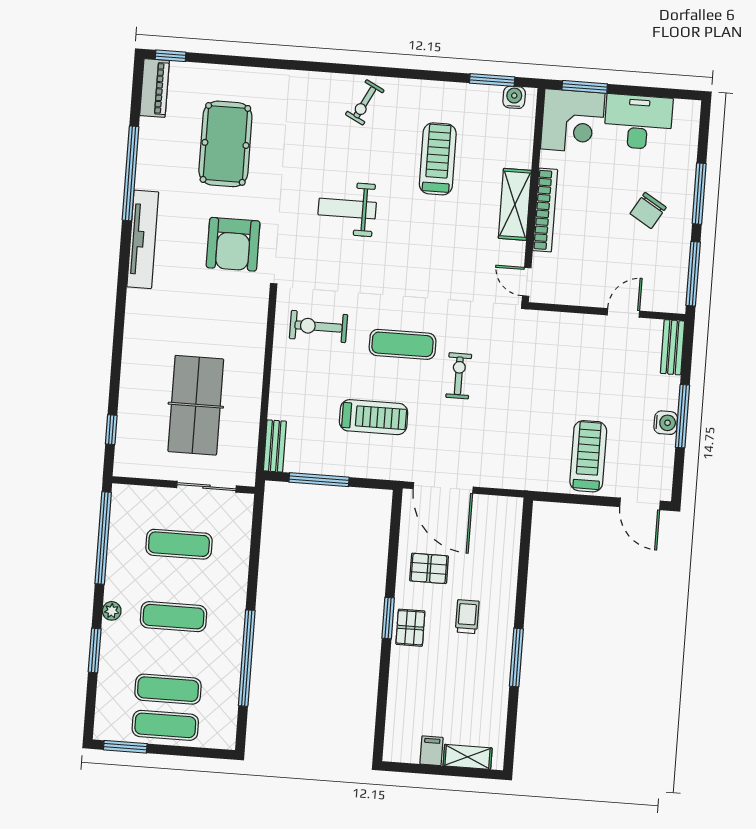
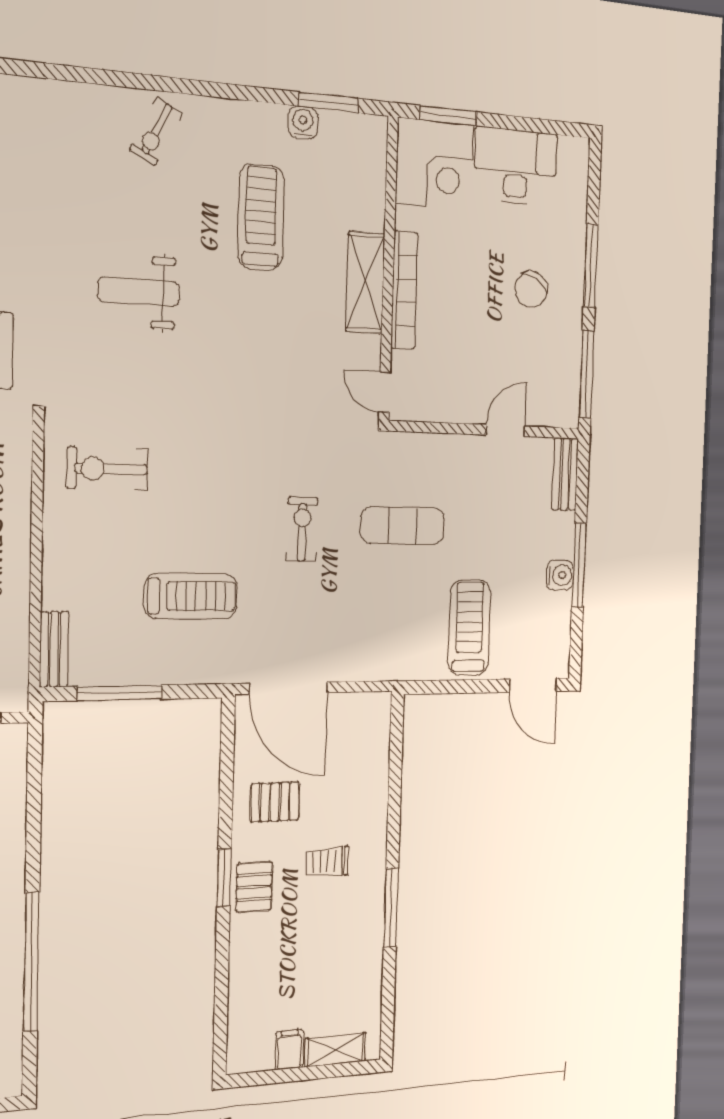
water cooler: (514, 97) -> (303, 122), moved
exercise mat: (403, 344) -> (403, 526), moved
trolley: (467, 617) -> (327, 862), turned -90

